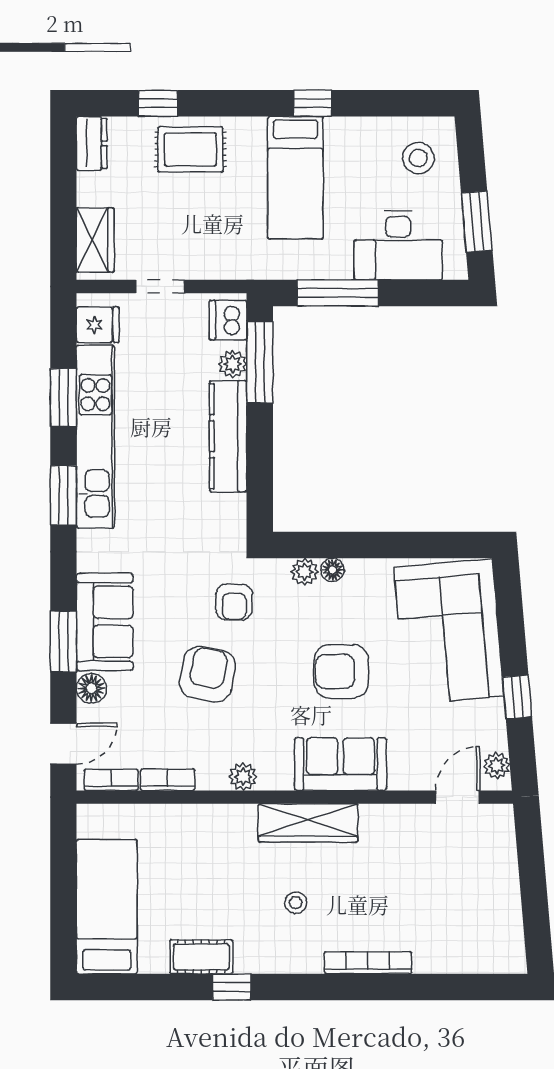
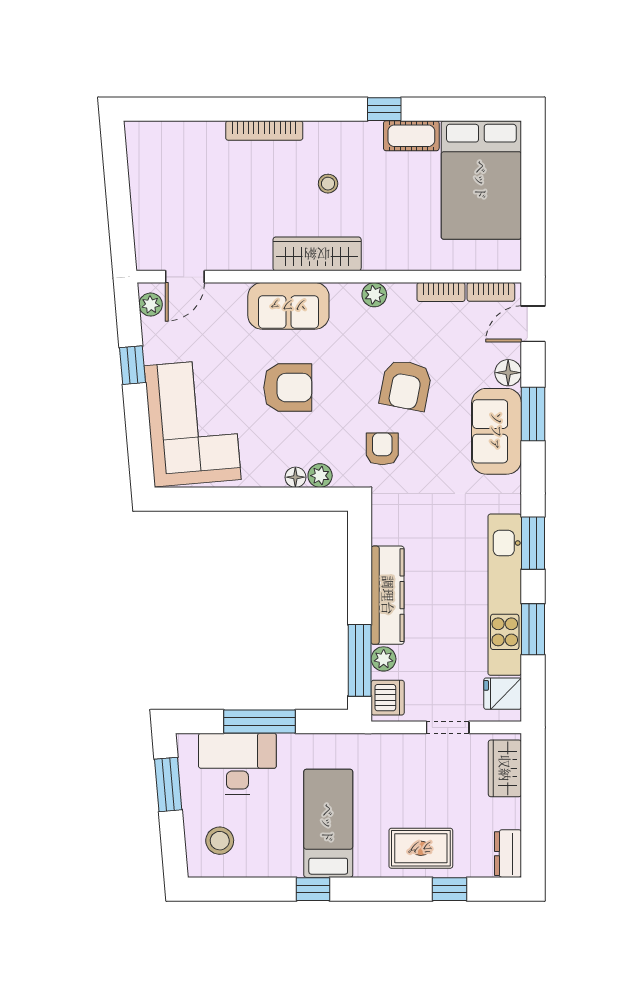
window: (338, 293) -> (259, 722), moved
bed: (107, 907) -> (481, 180), width x1.50

